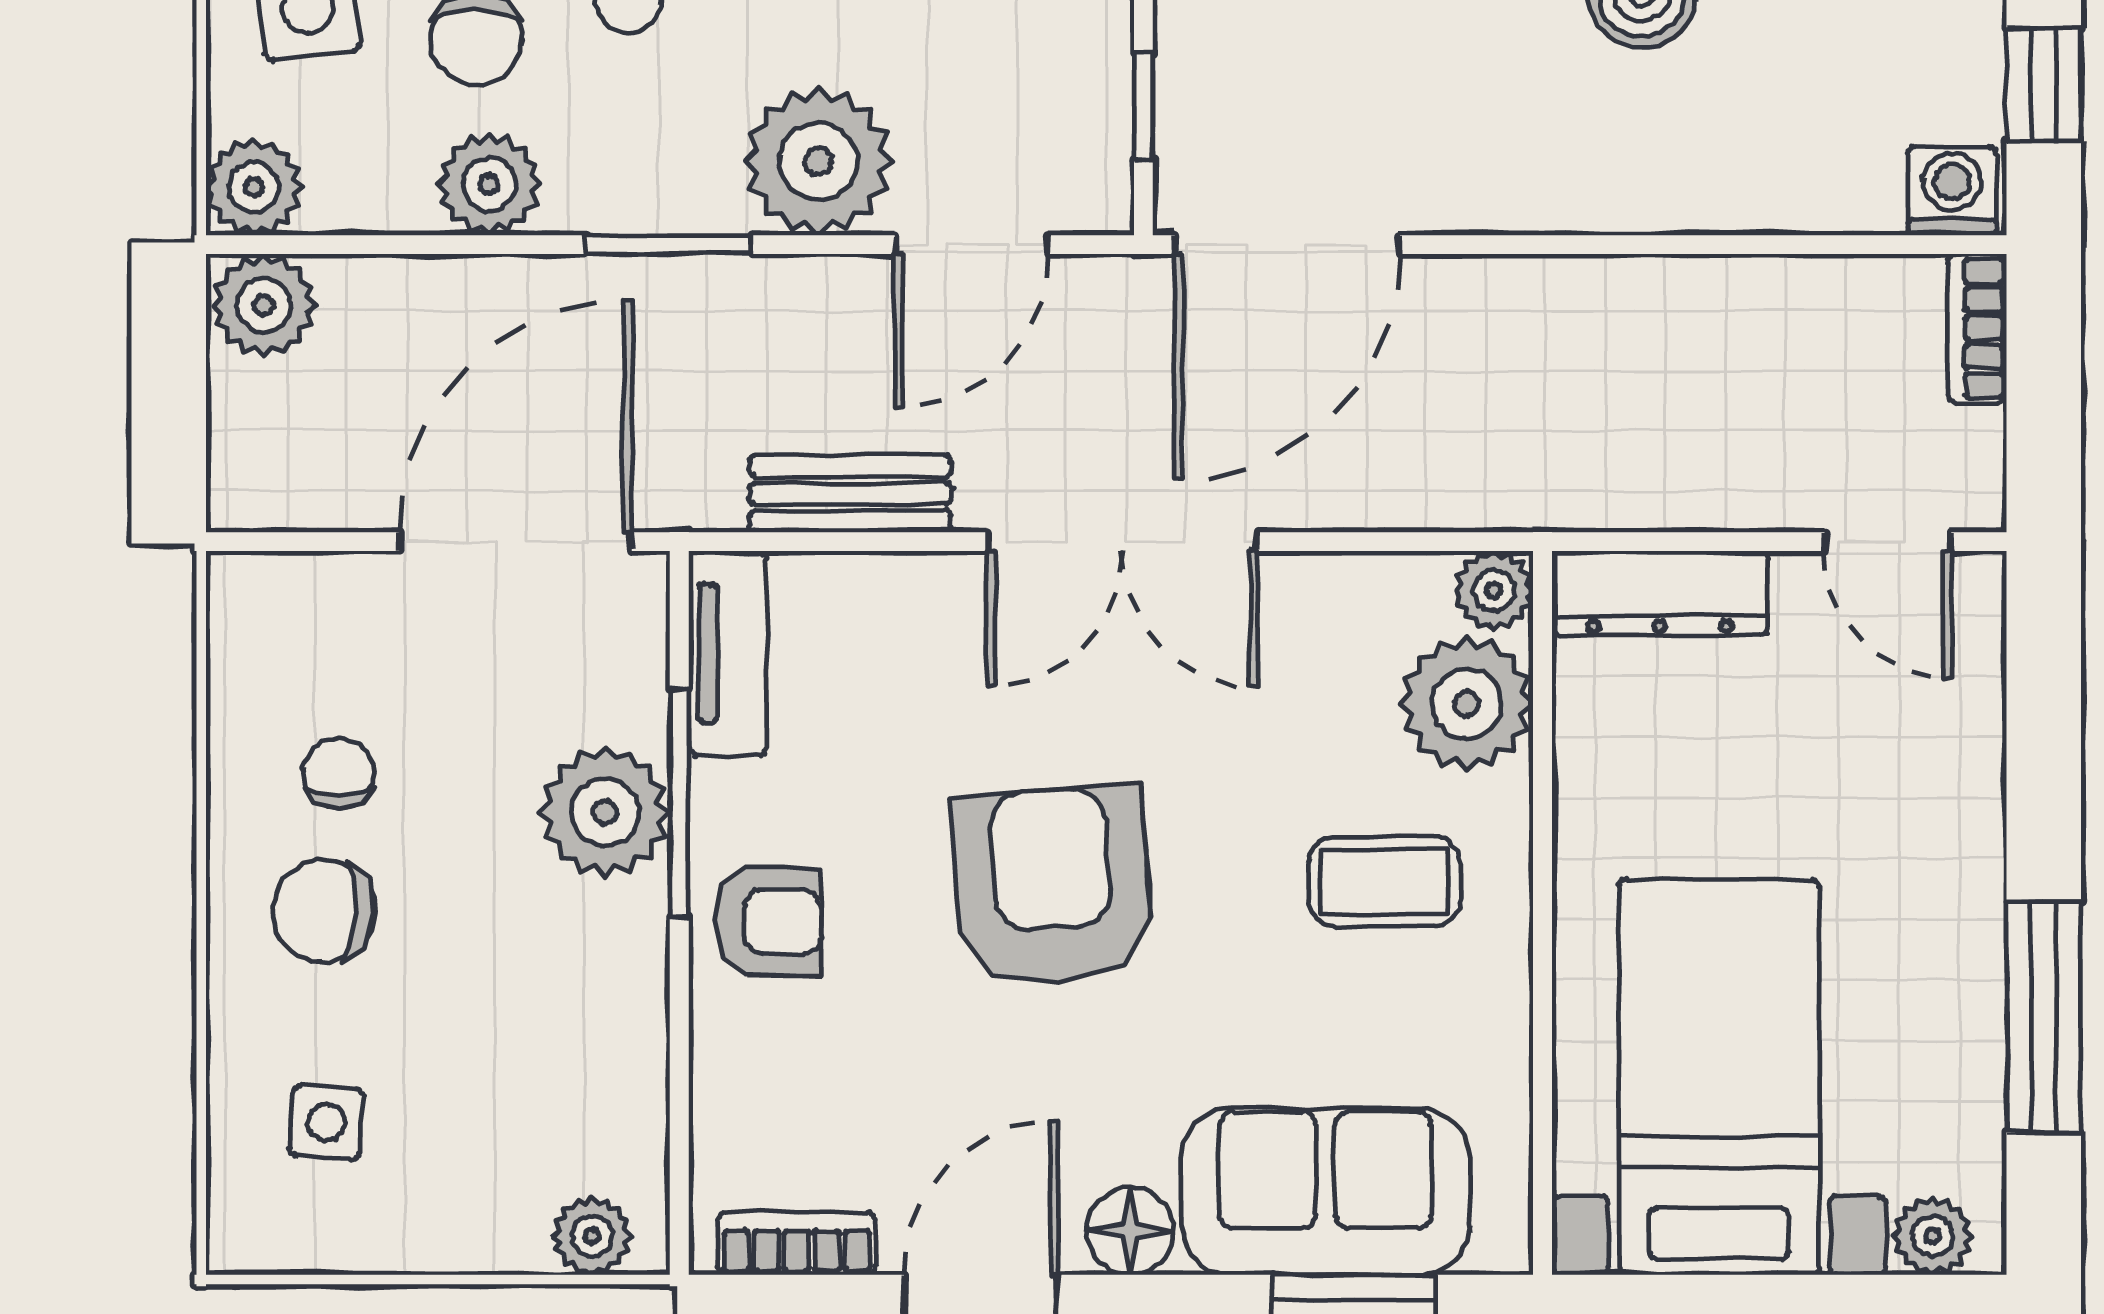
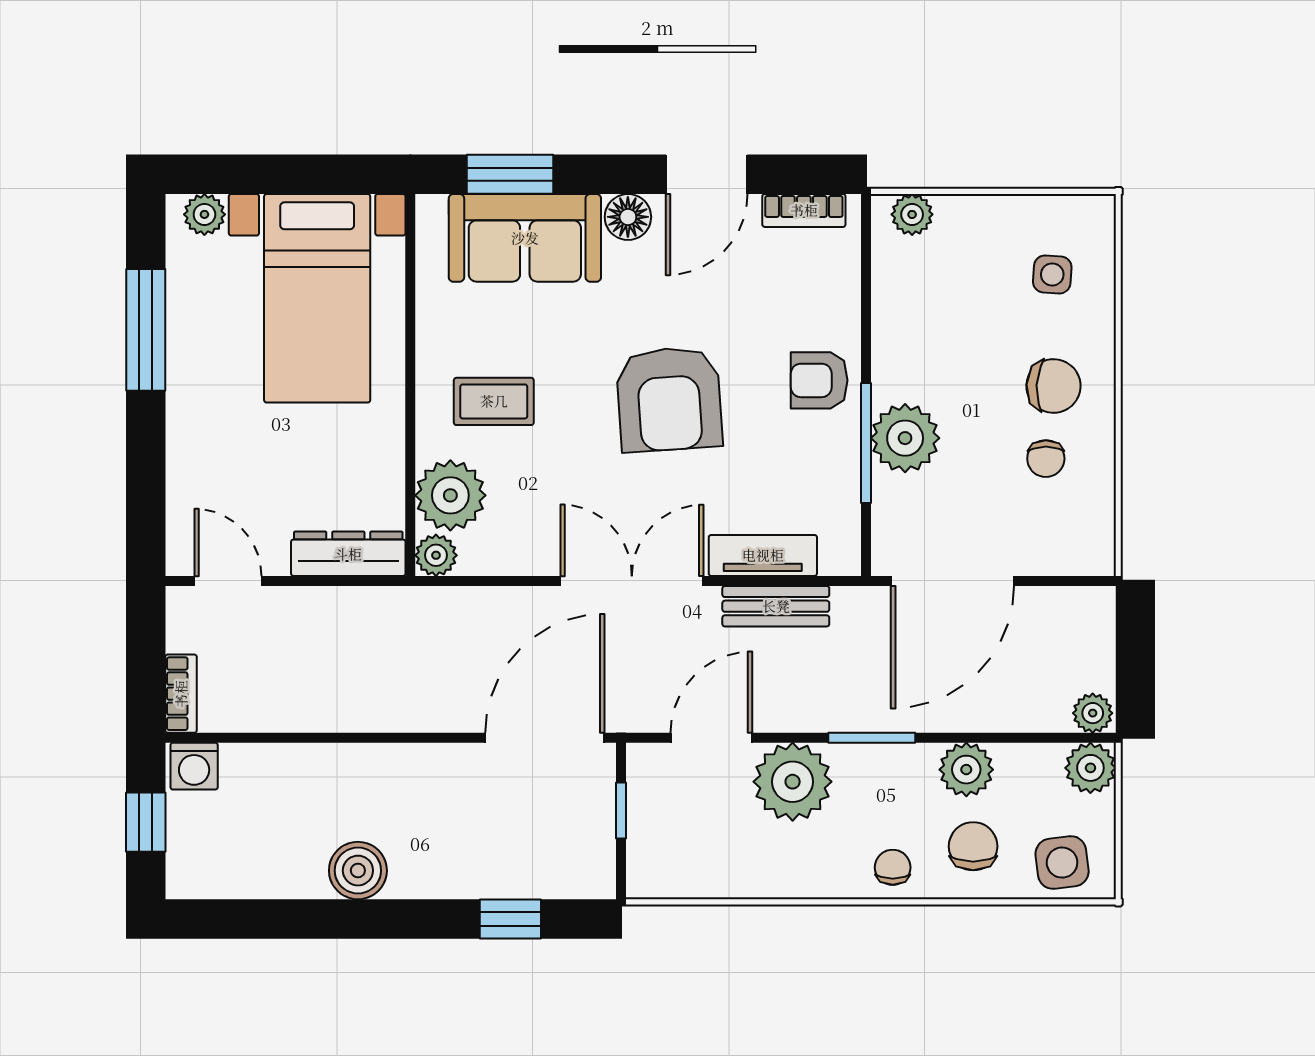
plant: (264, 305) -> (1093, 713), width x0.73, depth x0.73
tv unit: (728, 653) -> (763, 555), moved, turned 90

